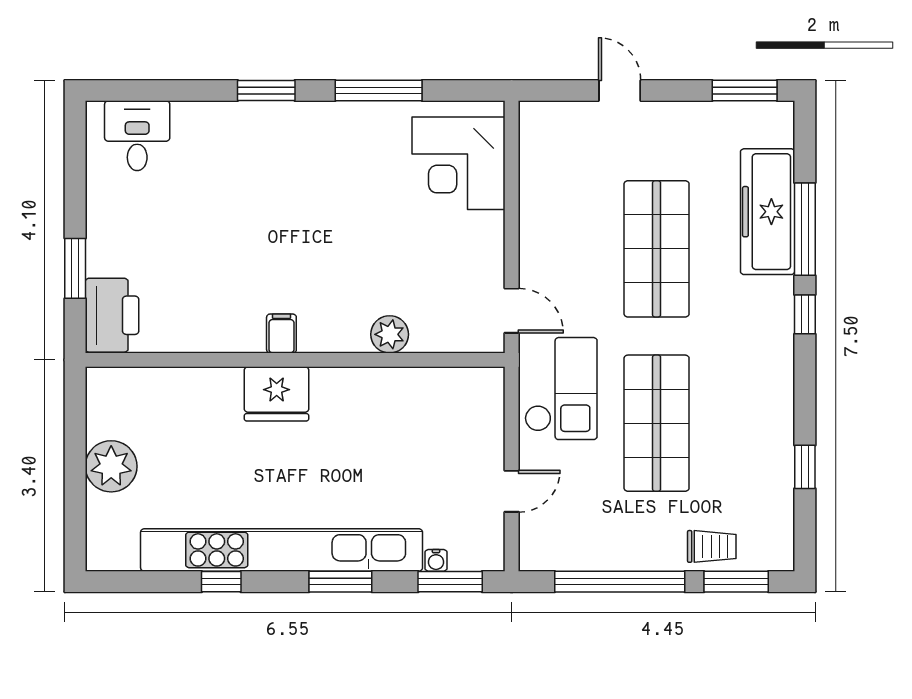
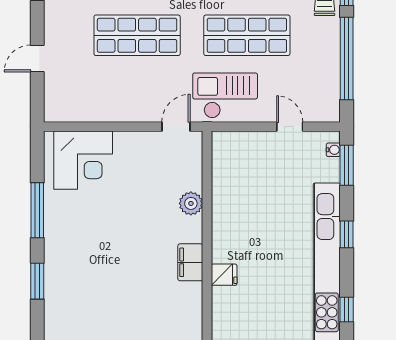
filing cabinet: (281, 333) -> (190, 262), width x2.00
fridge: (277, 394) -> (224, 275), width x0.53, depth x0.75
water cooler: (436, 560) -> (333, 150), moved
window: (340, 582) -> (347, 234), width x0.67

